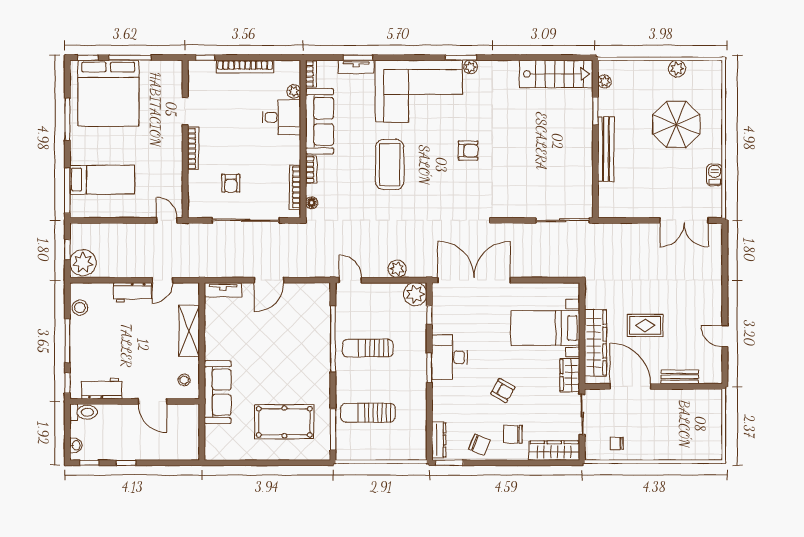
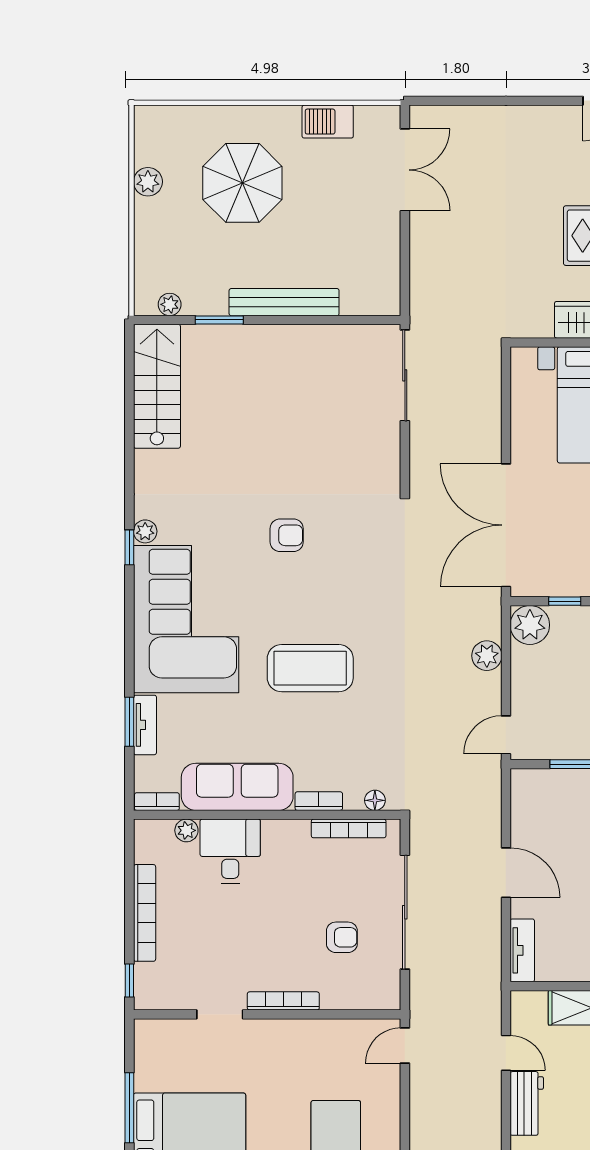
window: (461, 58) -> (129, 547), width x0.67
armchair: (468, 151) -> (287, 535), turned 90
barbecue: (715, 175) -> (328, 122), width x1.38, depth x1.27

